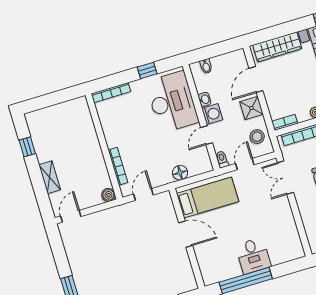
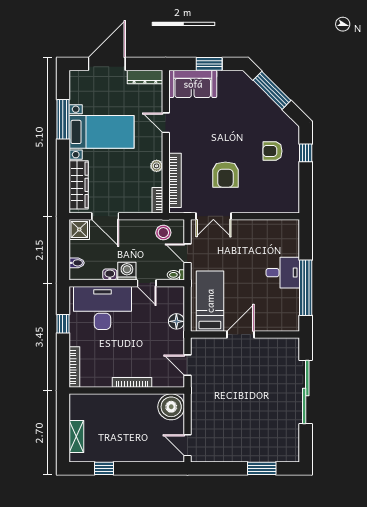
shower: (252, 108) -> (79, 229), moved
bookcase: (118, 166) -> (132, 382), moved
shelving: (50, 177) -> (76, 436), moved, turned 90
boiler: (108, 195) -> (171, 407), width x1.86, depth x1.86

